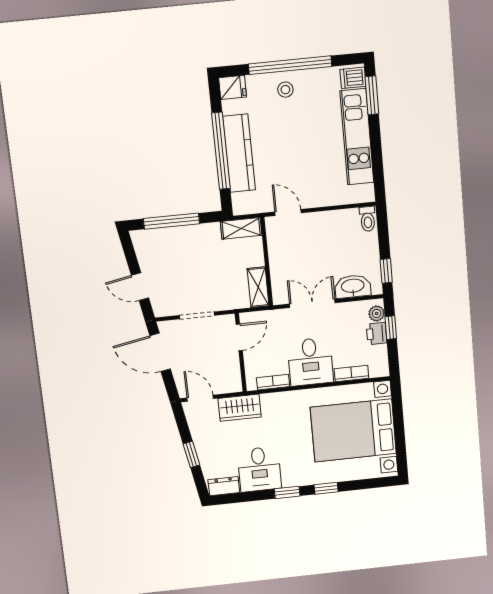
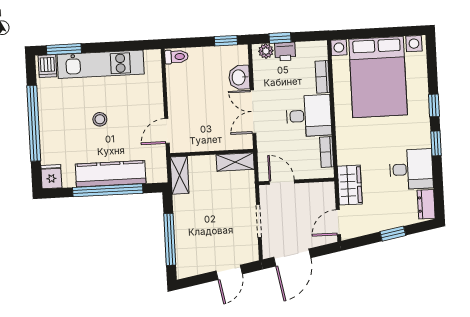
stool: (285, 90) -> (100, 119), moved
washbasin: (353, 286) -> (239, 77), width x0.72

